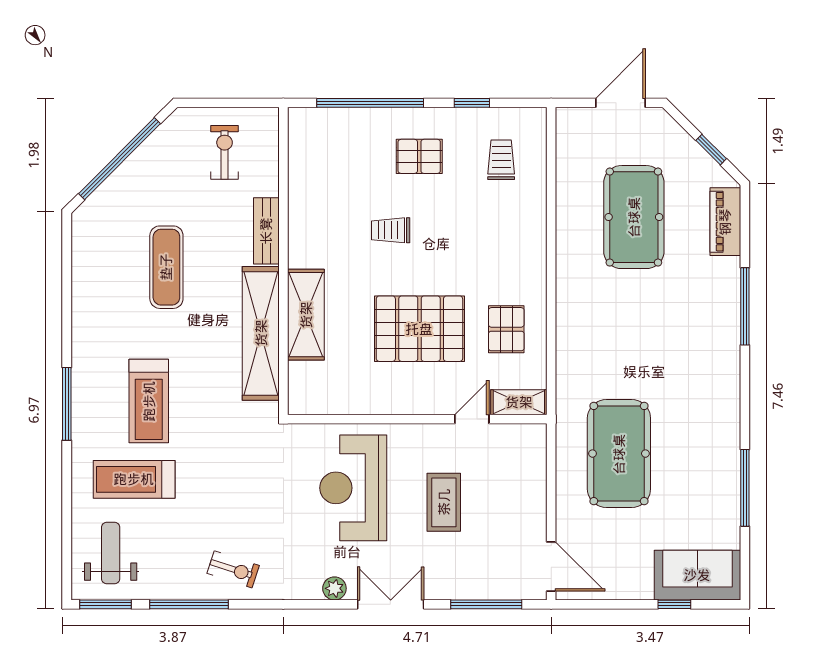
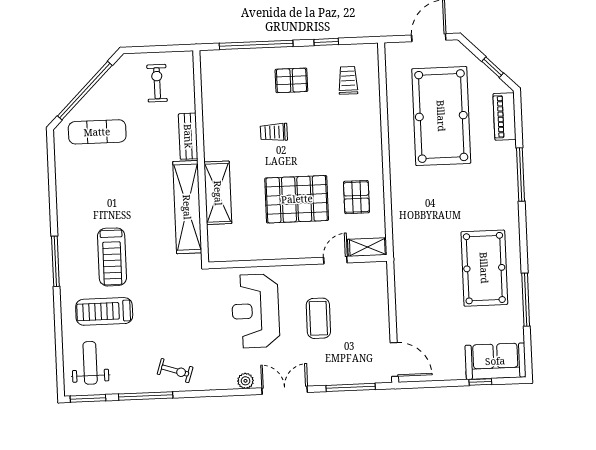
pool table: (634, 217) -> (441, 116), width x1.36, depth x1.32
exercise mat: (166, 267) -> (97, 132), moved, turned 90
pool table: (619, 454) -> (484, 268), moved

